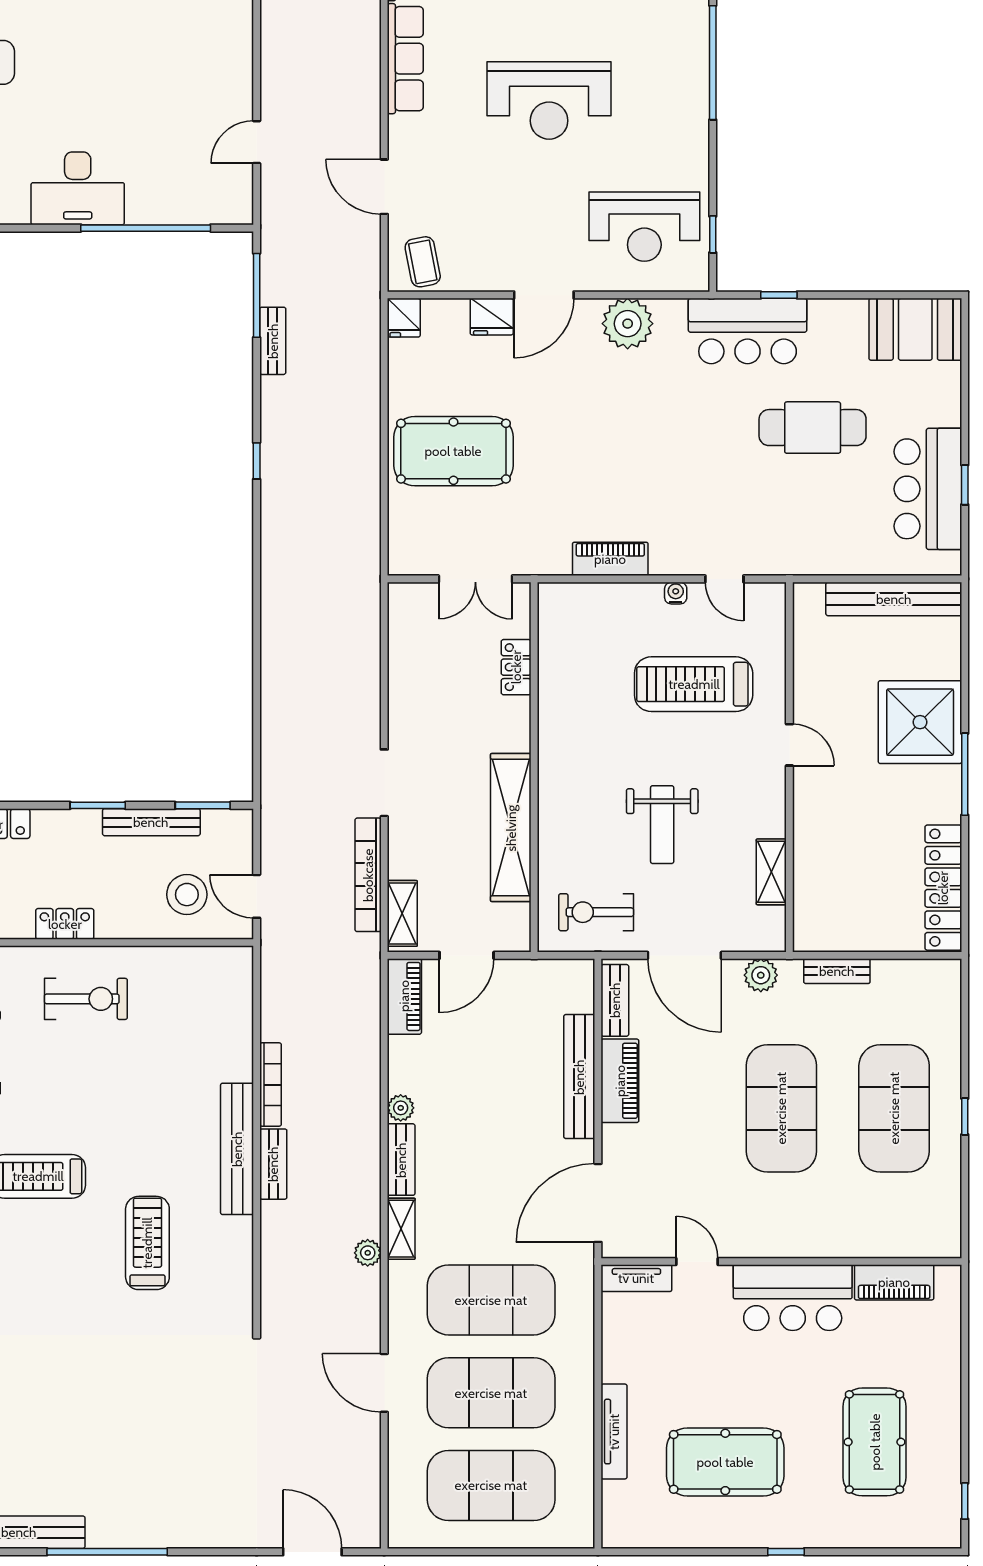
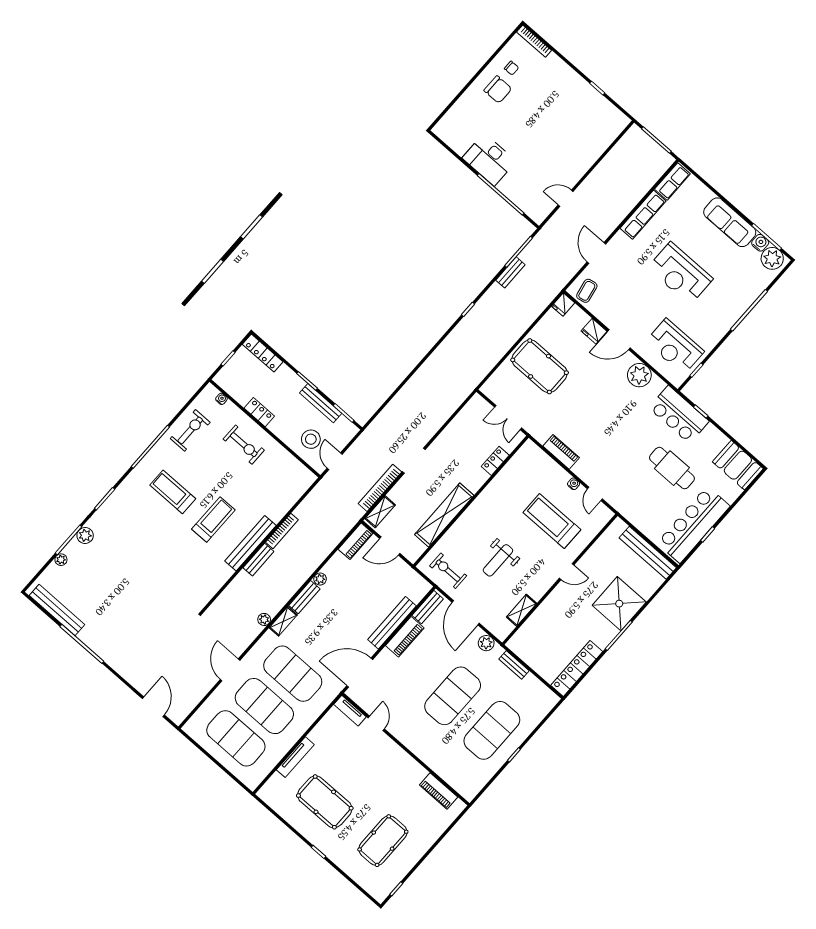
bar counter: (928, 489) -> (693, 525), width x1.36
door: (789, 745) -> (567, 572), hinge flipped
treadmill: (147, 1243) -> (213, 520), moved
bar counter: (793, 1298) -> (399, 765), removed

